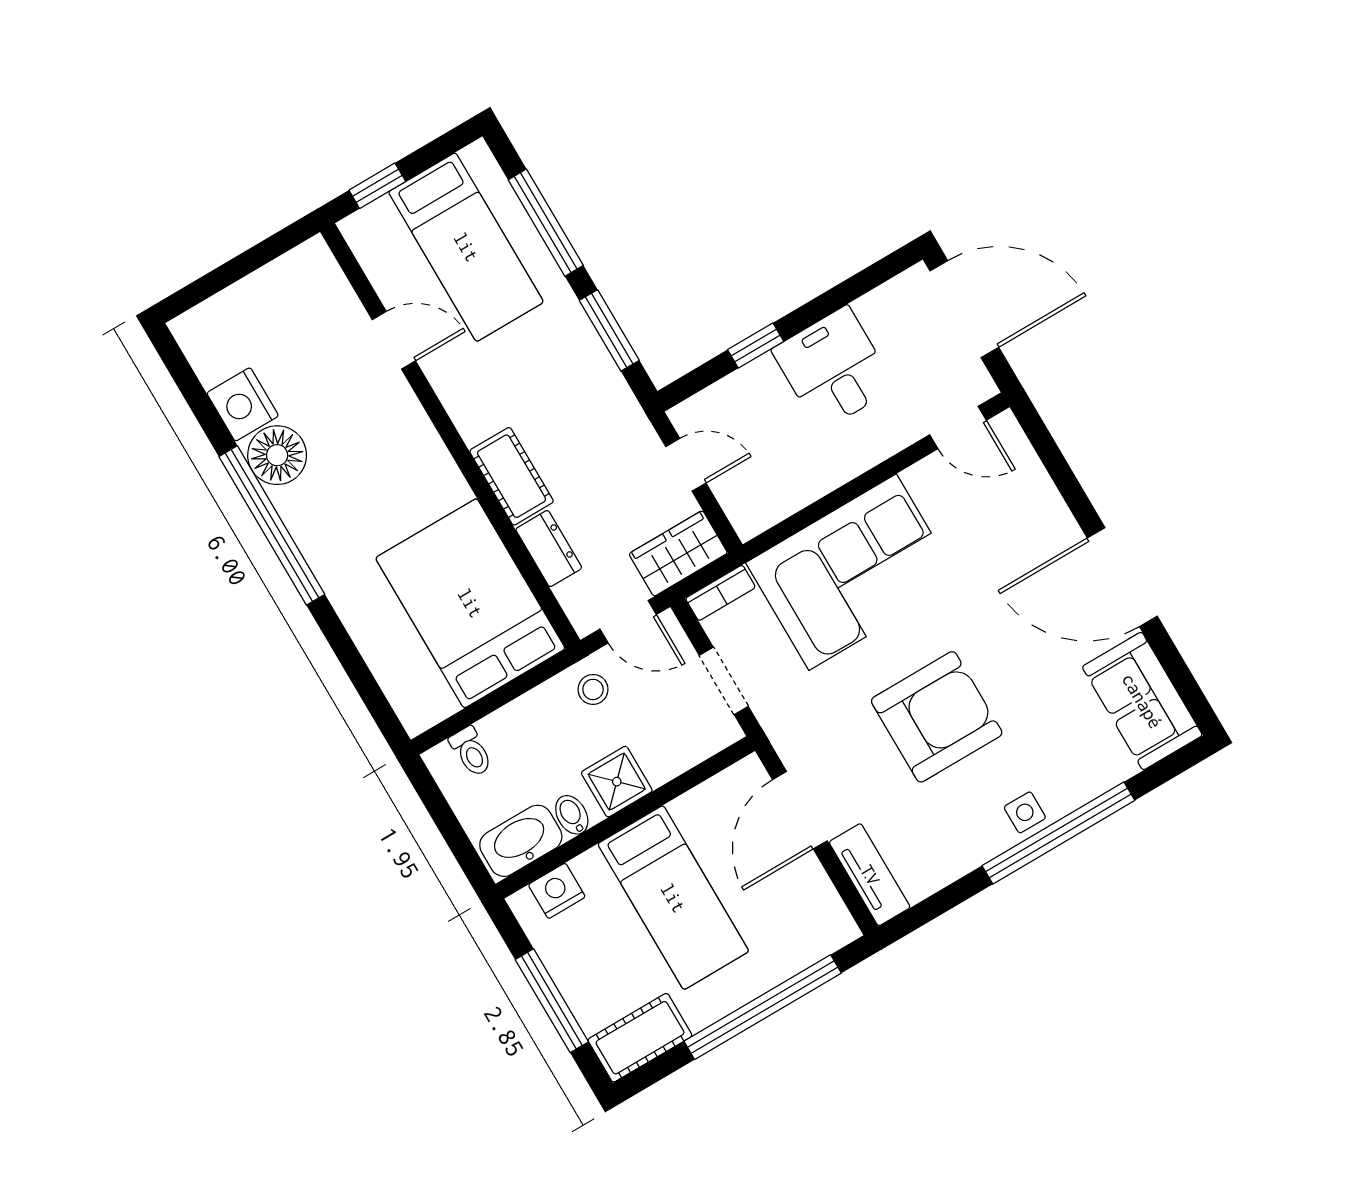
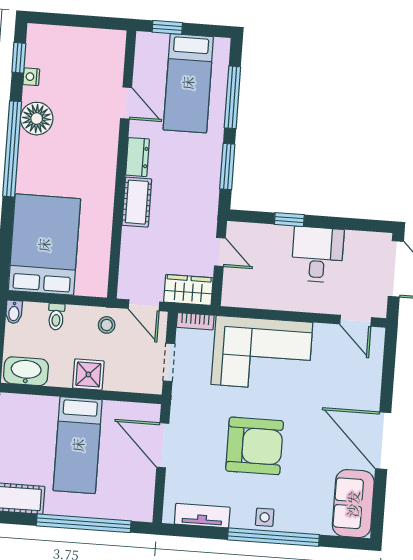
window: (188, 383) -> (19, 58), added
nightstand: (243, 404) -> (31, 77), width x0.53, depth x0.56
dresser: (549, 549) -> (138, 157), moved
bed: (470, 603) -> (44, 245), moved
toilet: (471, 752) -> (56, 317), moved
door: (800, 810) -> (163, 445), hinge flipped
bidet: (572, 815) -> (14, 312), moved, turned 180
tv unit: (870, 875) -> (202, 516), moved, turned -90
nightstand: (557, 891) -> (27, 405), removed

